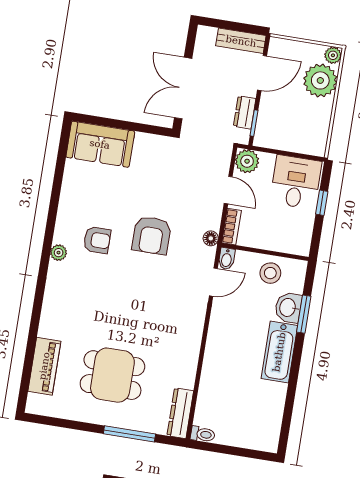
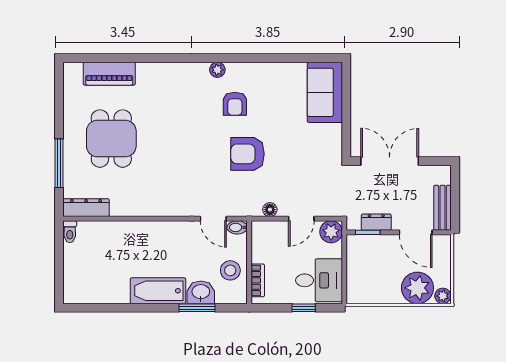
bookcase: (232, 227) -> (258, 280), moved, turned -90
floor lamp: (211, 238) -> (270, 210), moved

